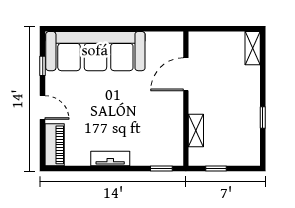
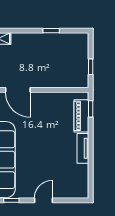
shelving: (196, 131) -> (61, 82), removed
piano: (55, 145) -> (81, 116), moved, turned -90

